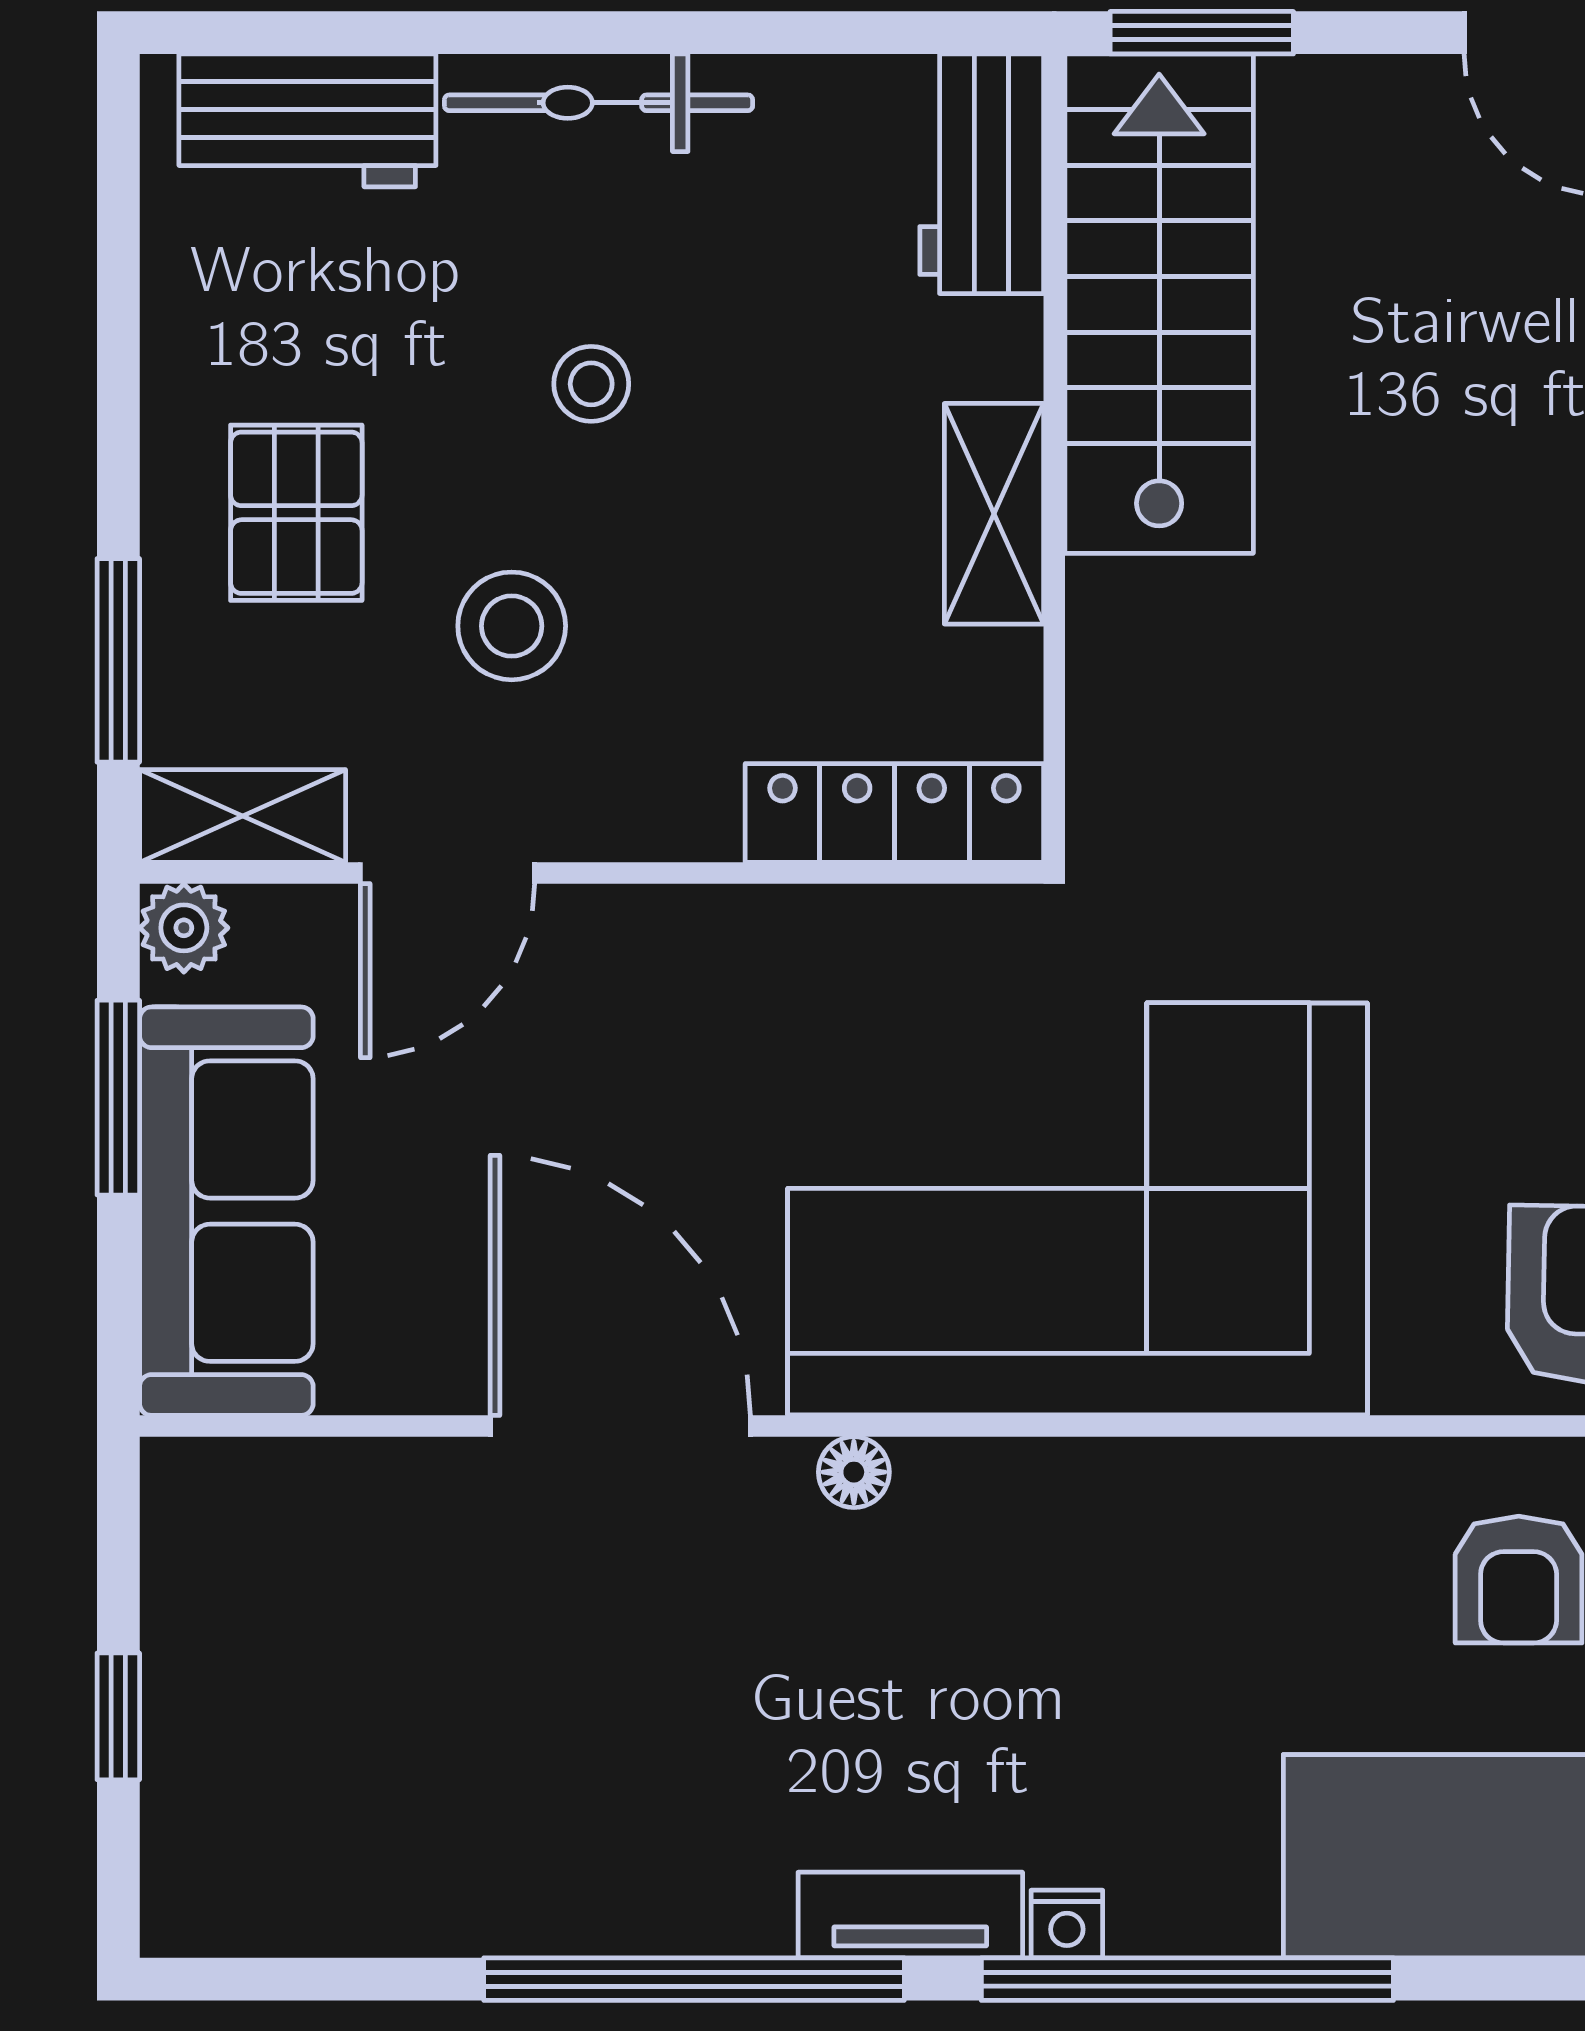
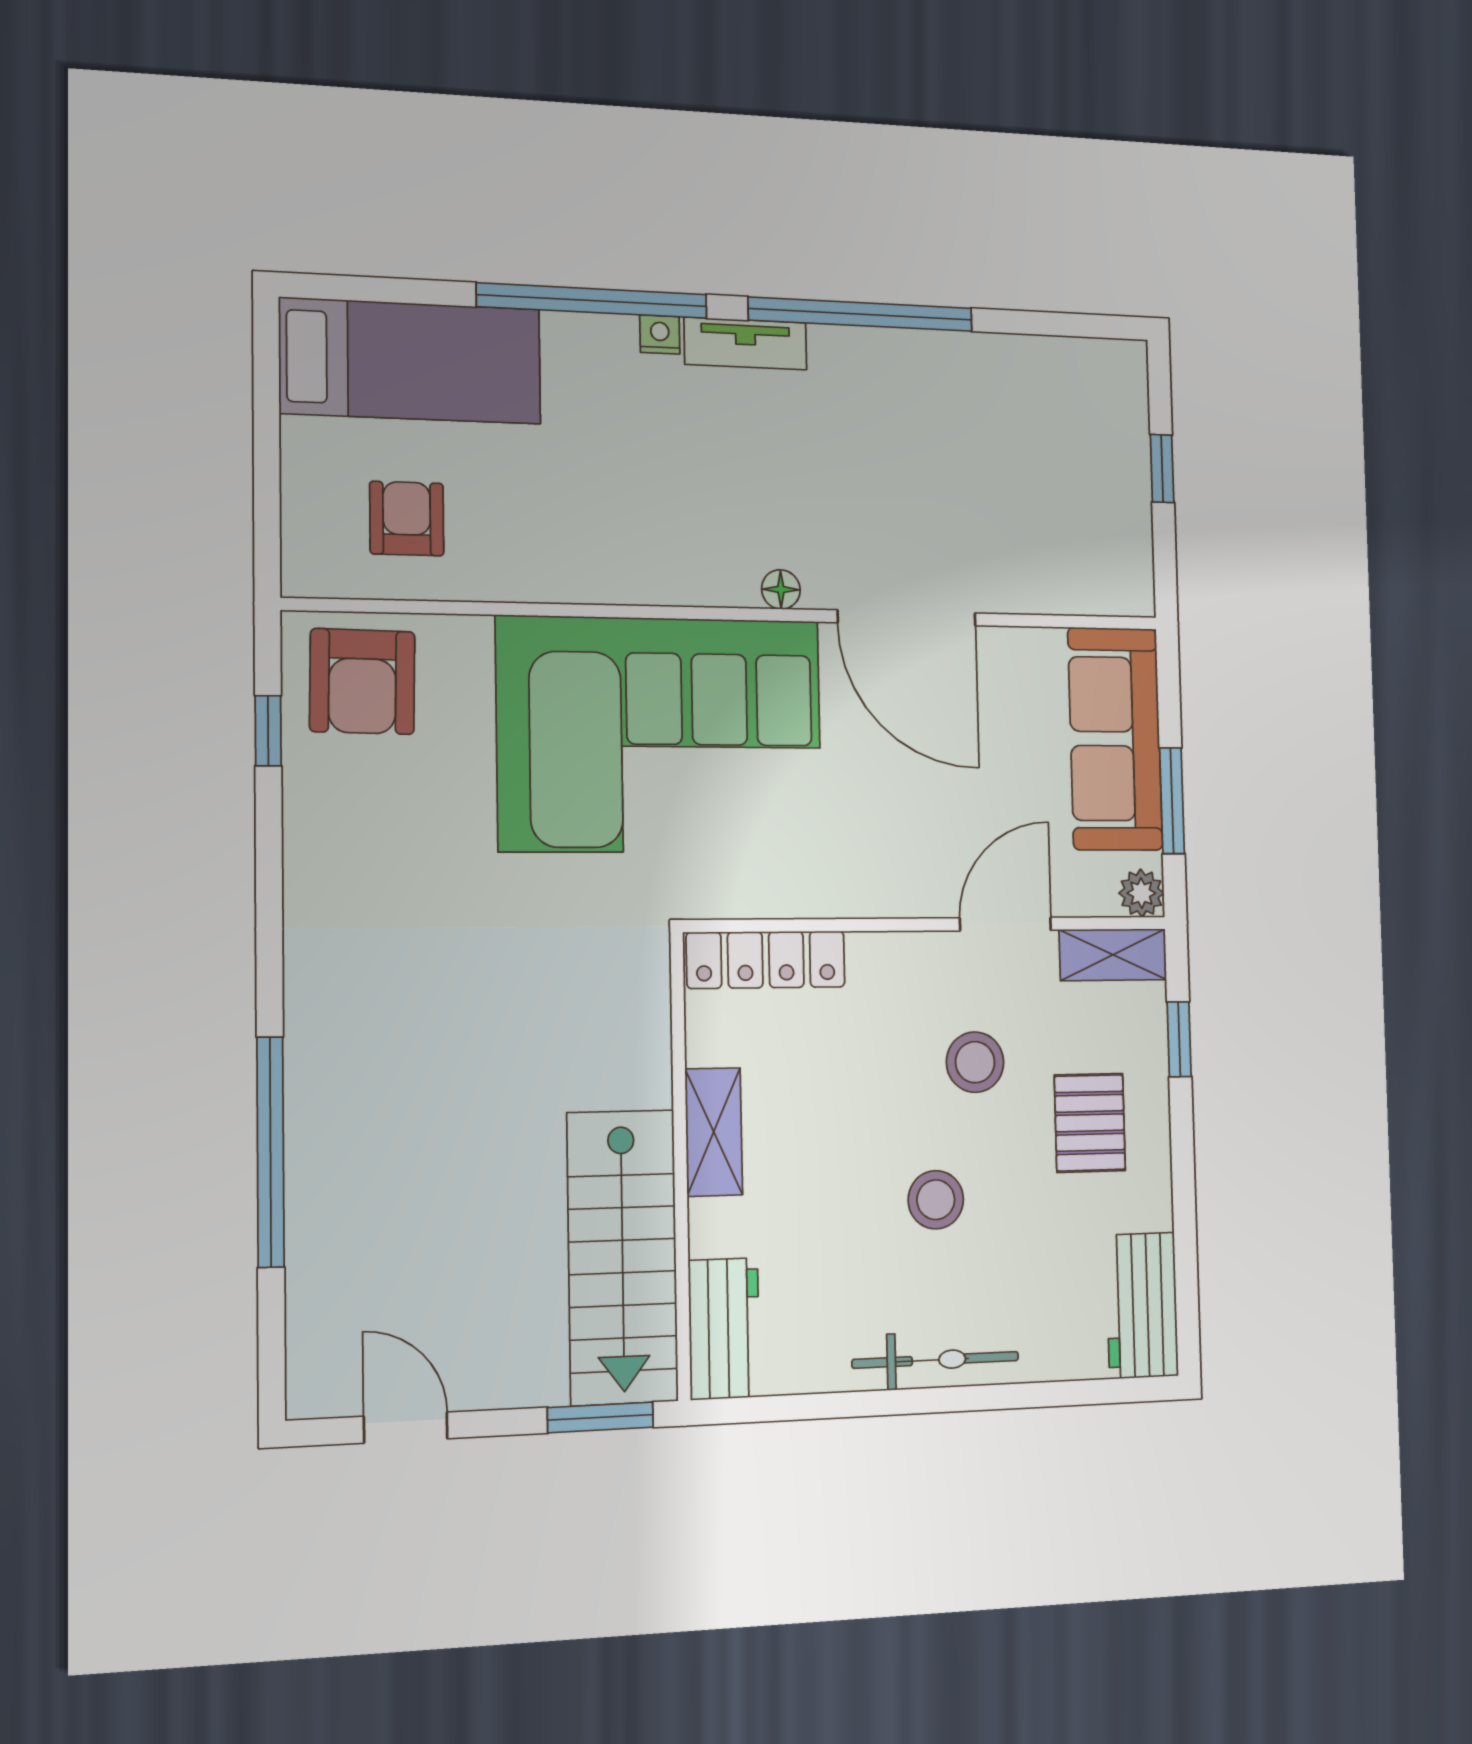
workbench: (307, 120) -> (1142, 1305), moved, turned -90
stool: (591, 384) -> (936, 1200), width x1.37, depth x1.37
window: (118, 660) -> (1179, 1039), width x0.67

